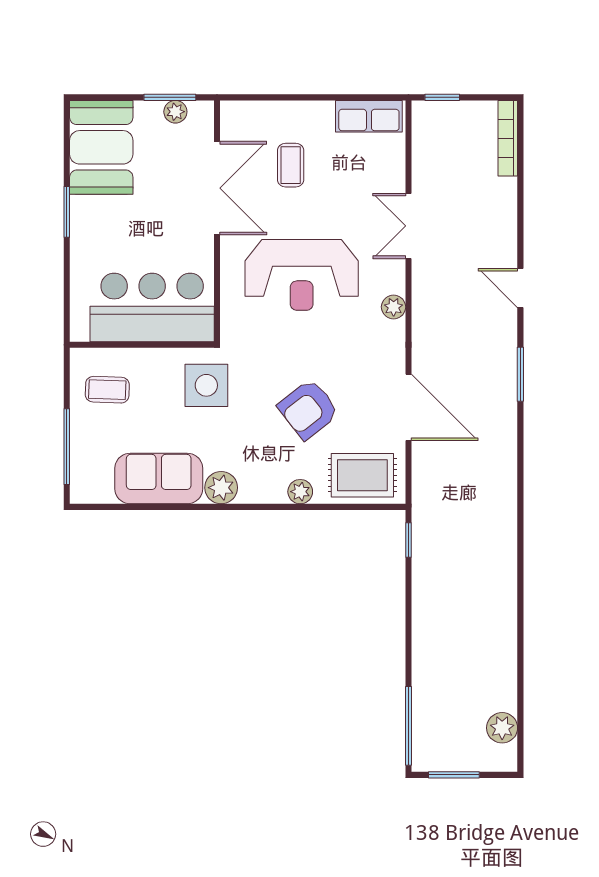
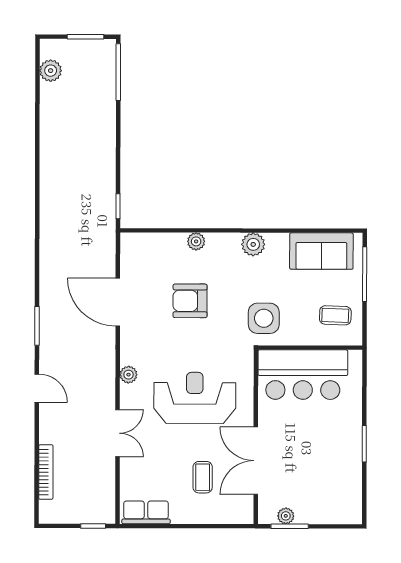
bookcase: (508, 138) -> (46, 472), moved
booth: (101, 147) -> (339, 490), removed
armchair: (308, 409) -> (190, 301), turned -142
rug: (362, 475) -> (151, 253), removed
sofa: (159, 479) -> (321, 251), moved

